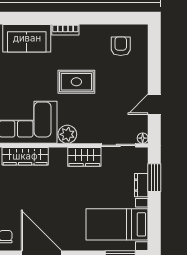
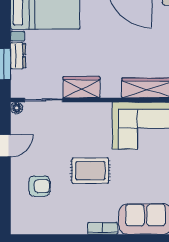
armchair: (121, 46) -> (39, 186), moved, turned -90
plant: (67, 134) -> (100, 112), removed

